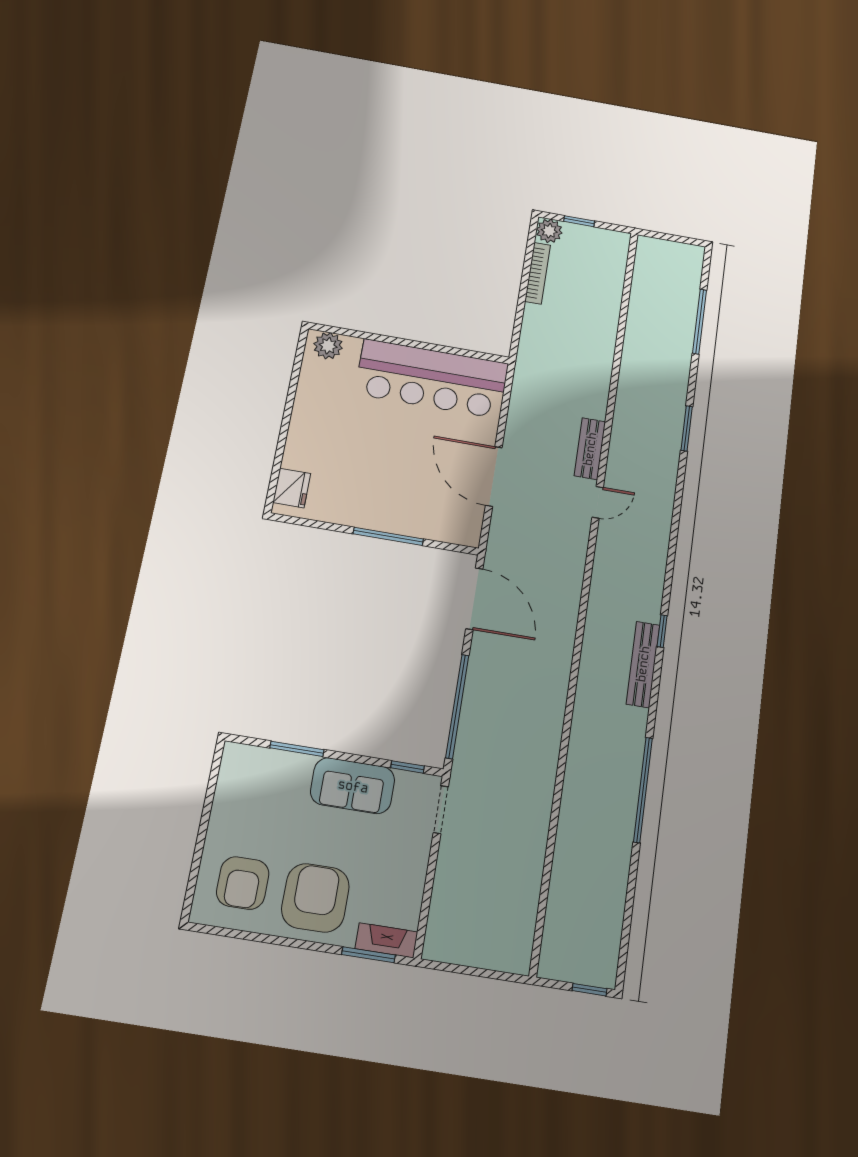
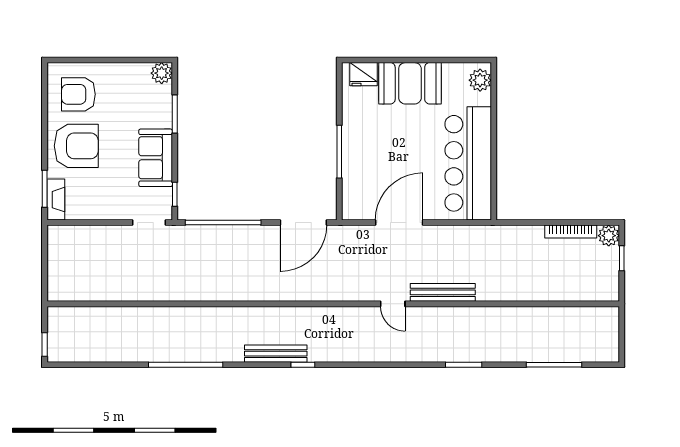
booth: (315, 432) -> (410, 83), added
bench: (590, 449) -> (443, 292), width x1.36
plant: (236, 758) -> (162, 73), added

